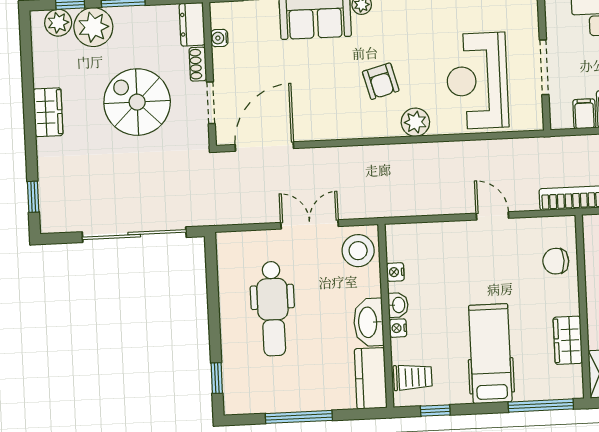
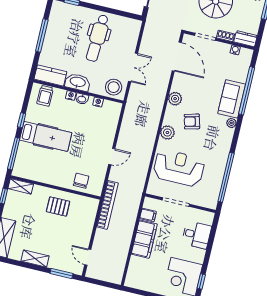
plant: (346, 126) -> (175, 99), added
dental chair: (273, 309) -> (97, 38), turned -87
wardrobe: (568, 340) -> (41, 176), removed
window: (435, 410) -> (22, 120), moved

